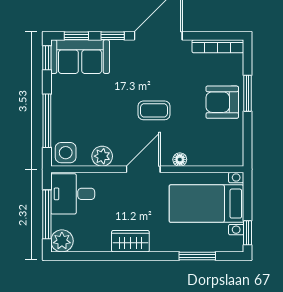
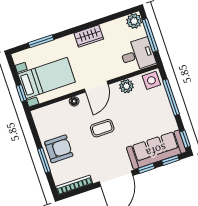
sofa: (80, 57) -> (156, 150), width x1.36
window: (247, 233) -> (21, 93), moved

